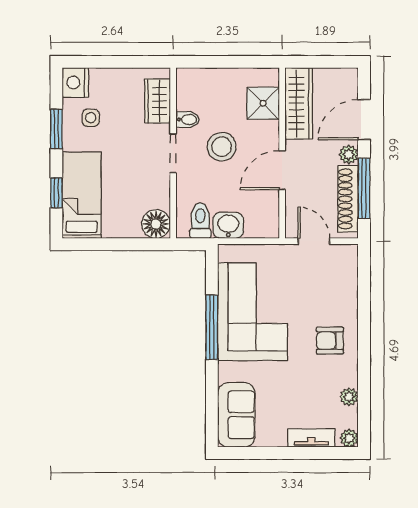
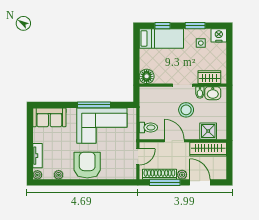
toilet: (200, 221) -> (148, 127), moved
washbasin: (228, 225) -> (213, 93), moved, turned 90
armchair: (330, 341) -> (87, 165), width x1.88, depth x1.88

